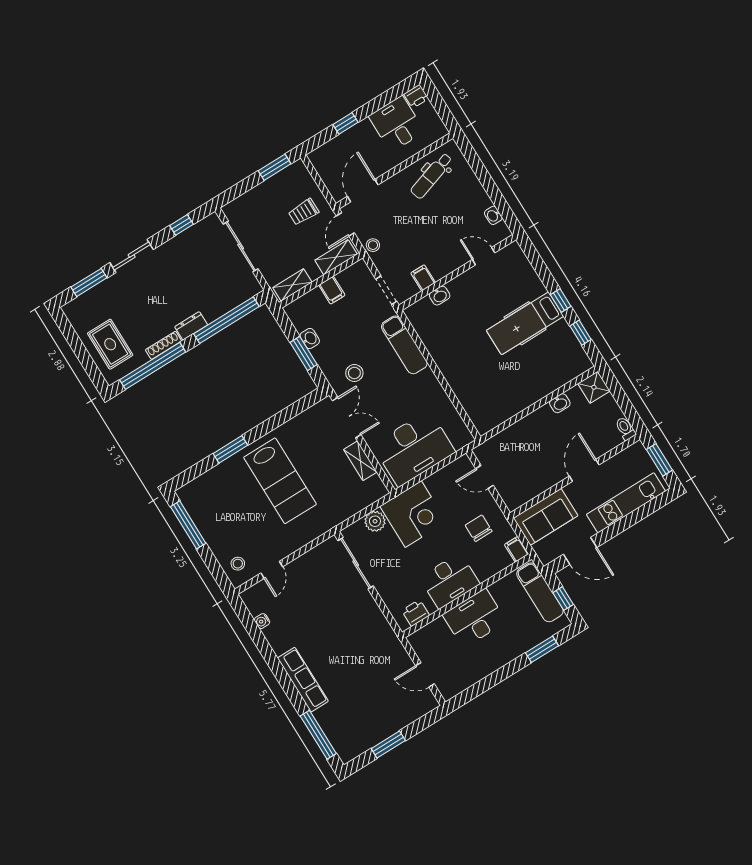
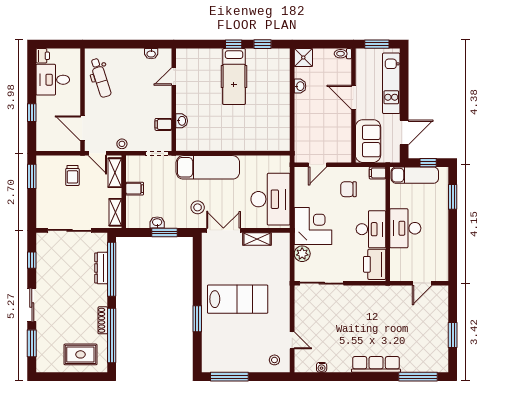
dresser: (191, 326) -> (101, 268), moved, width x1.44
exam couch: (404, 345) -> (208, 167), width x1.36, depth x1.45
printer: (416, 613) -> (375, 264), width x1.87, depth x1.48

